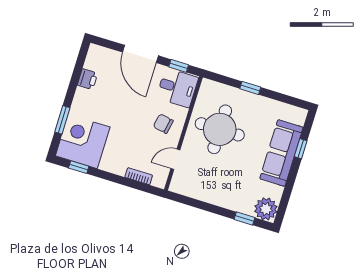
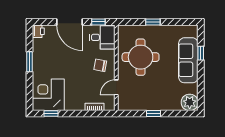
printer: (87, 79) -> (38, 31), moved
window: (62, 120) -> (30, 62), moved
window: (244, 219) -> (153, 114), moved

